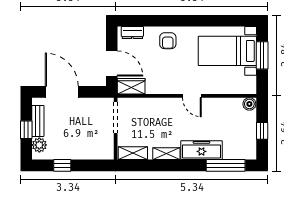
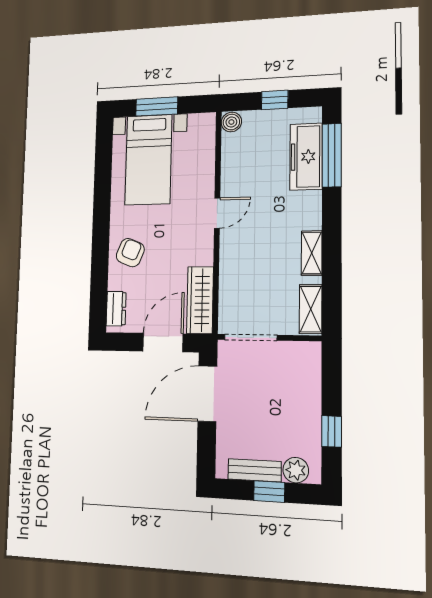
armchair: (168, 41) -> (130, 253), turned -68
wardrobe: (131, 86) -> (200, 300), width x1.50
door: (62, 92) -> (207, 394), moved
freezer: (201, 150) -> (306, 157), moved

